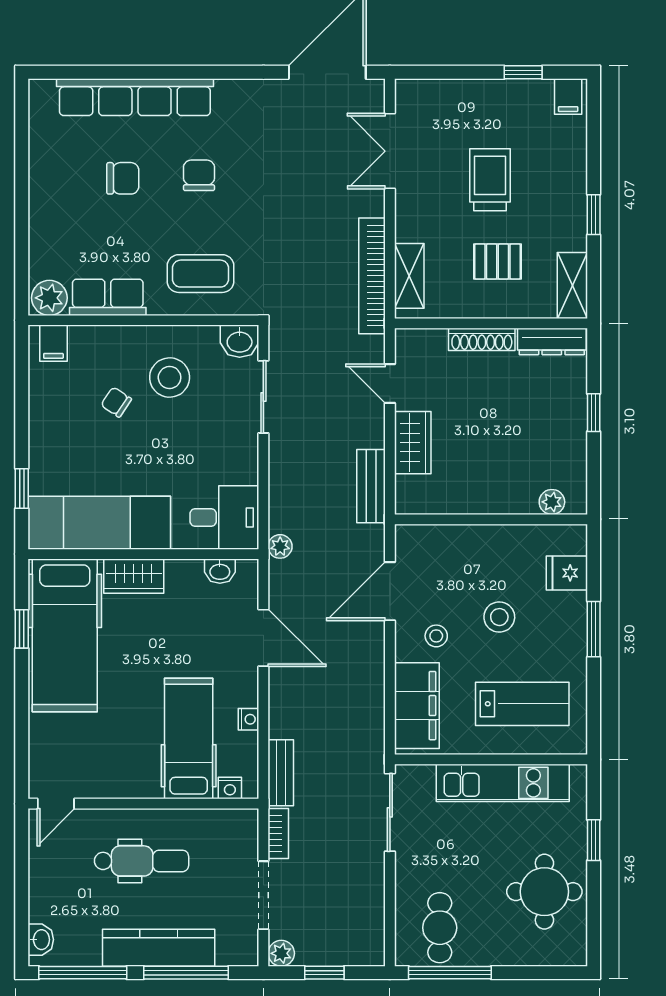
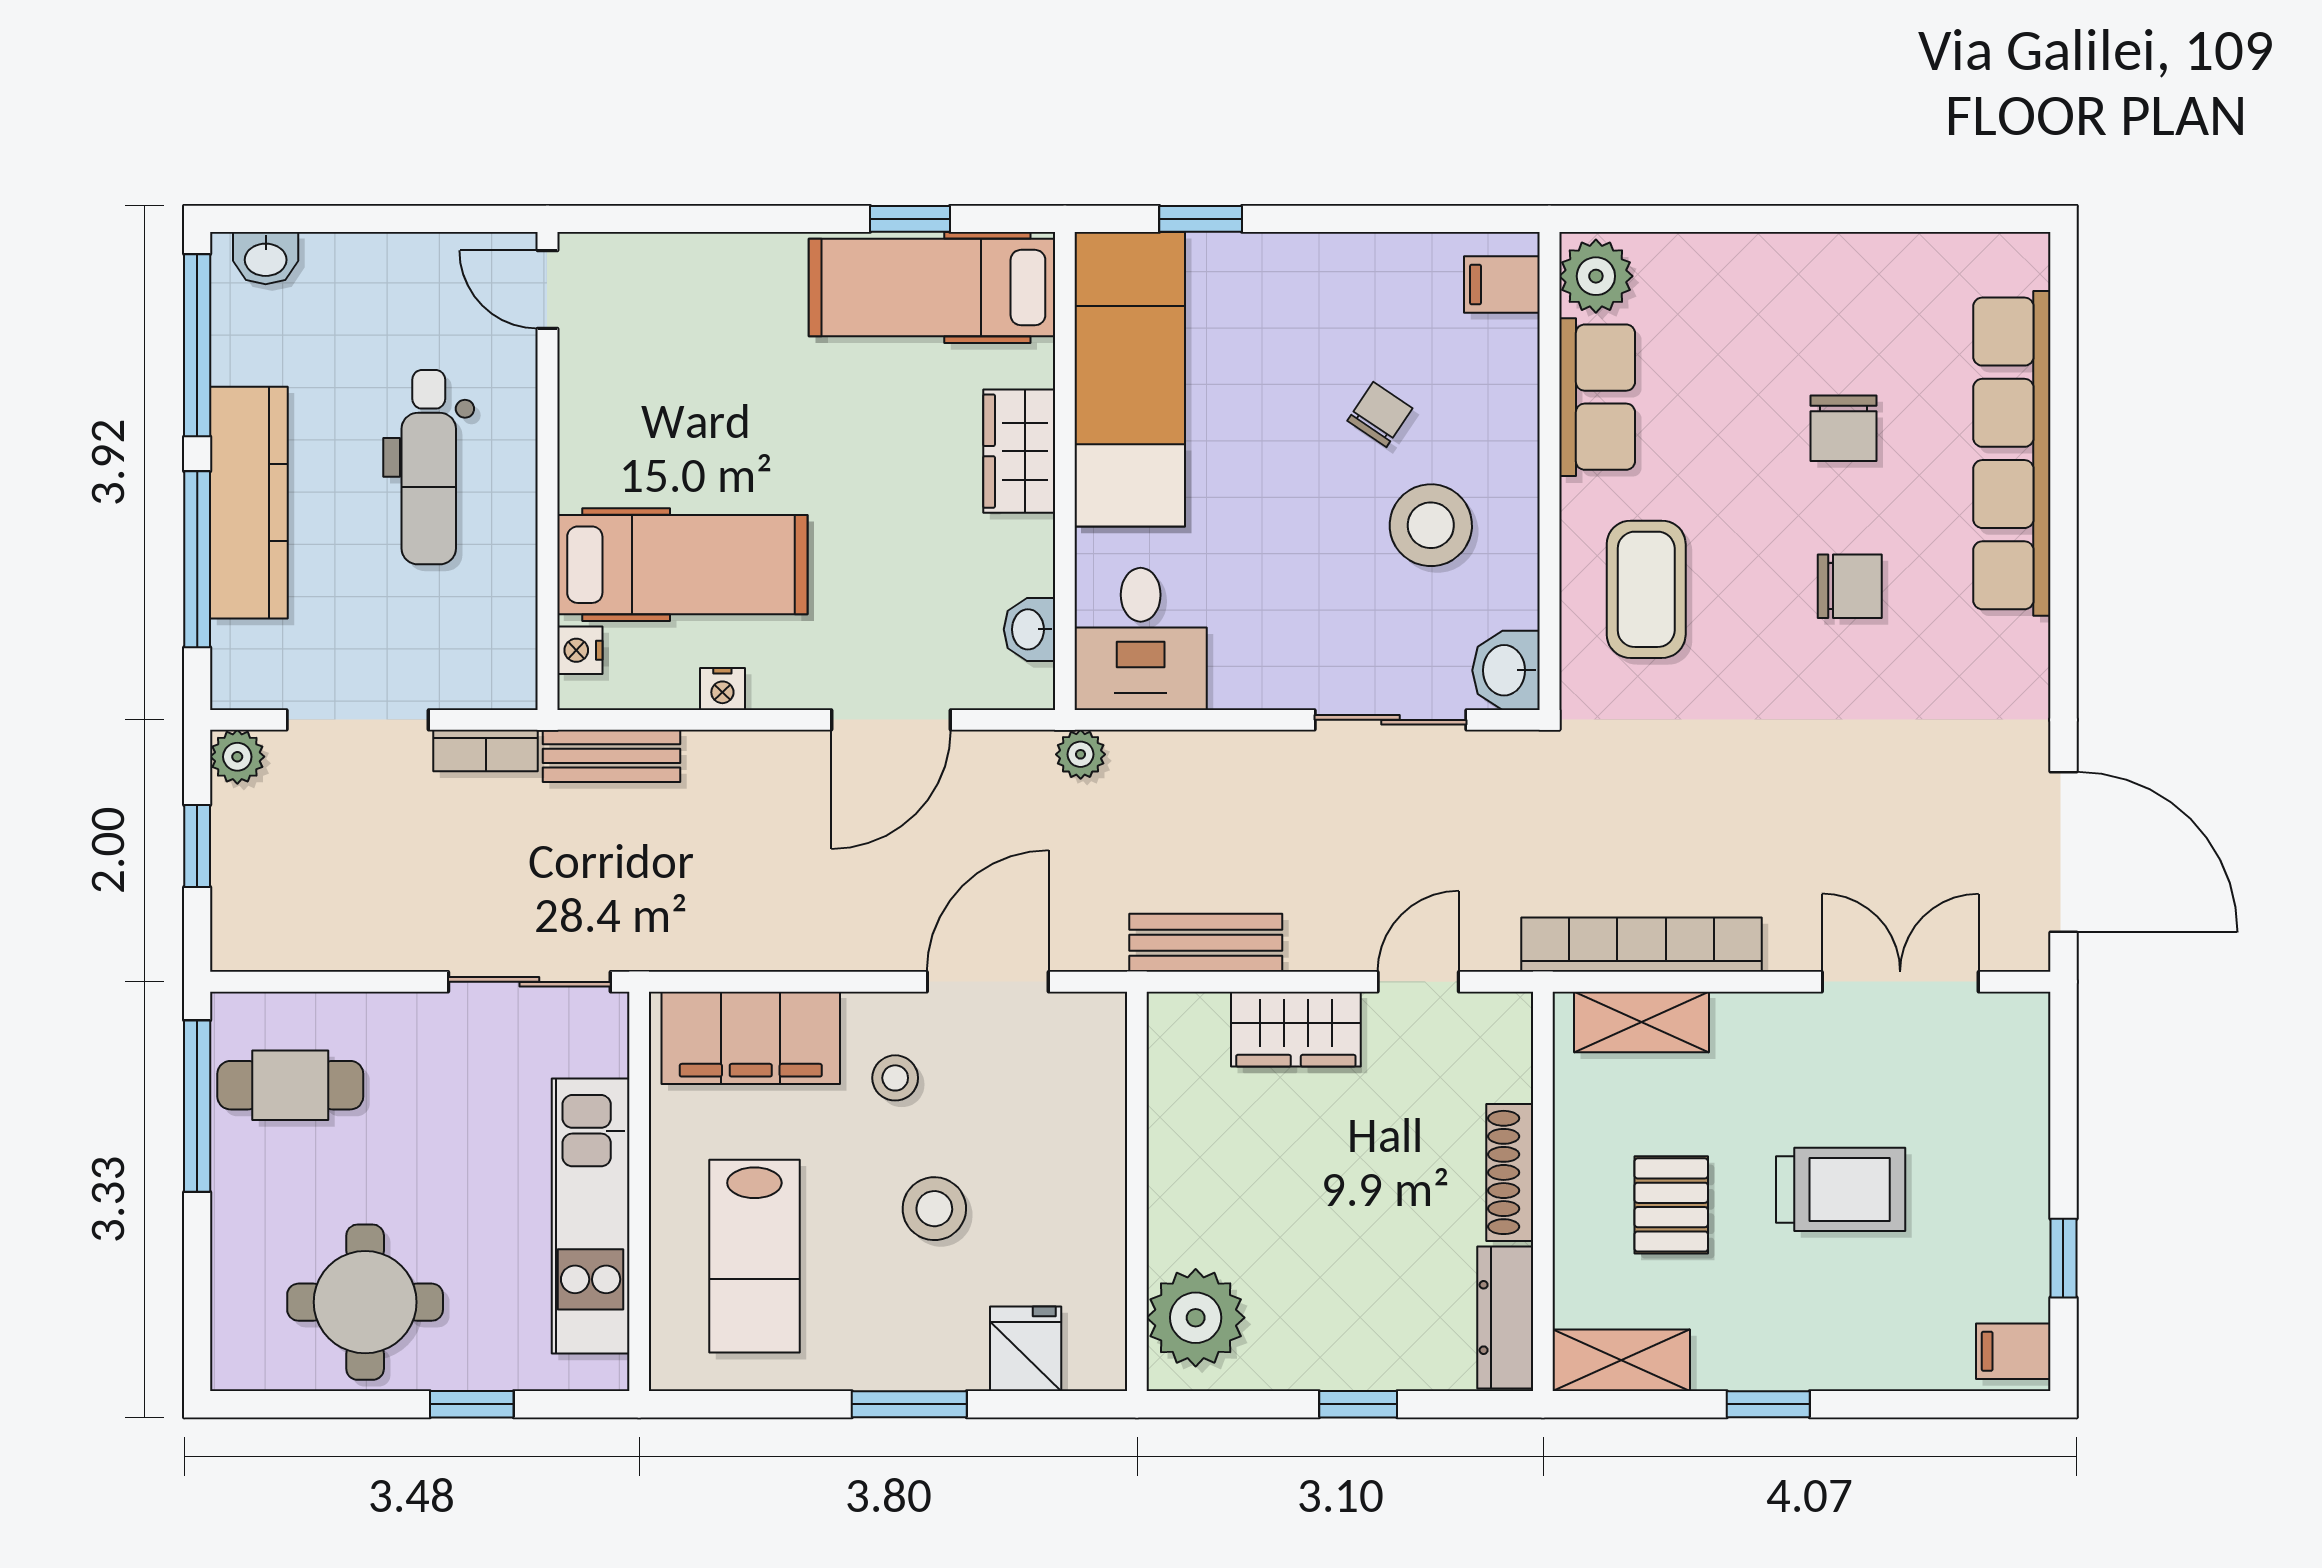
plant: (552, 502) -> (1196, 1318), width x1.87, depth x1.87
door: (390, 591) -> (988, 982), hinge flipped
hospital bed: (65, 635) -> (932, 288), width x0.73, depth x0.78

